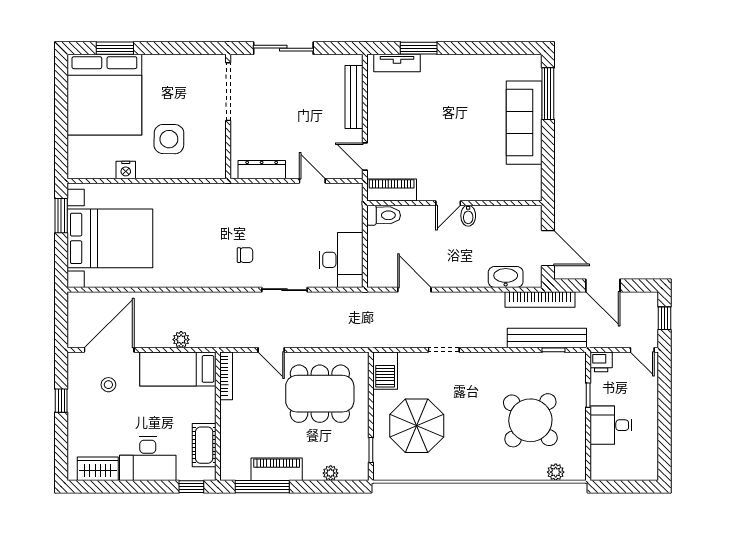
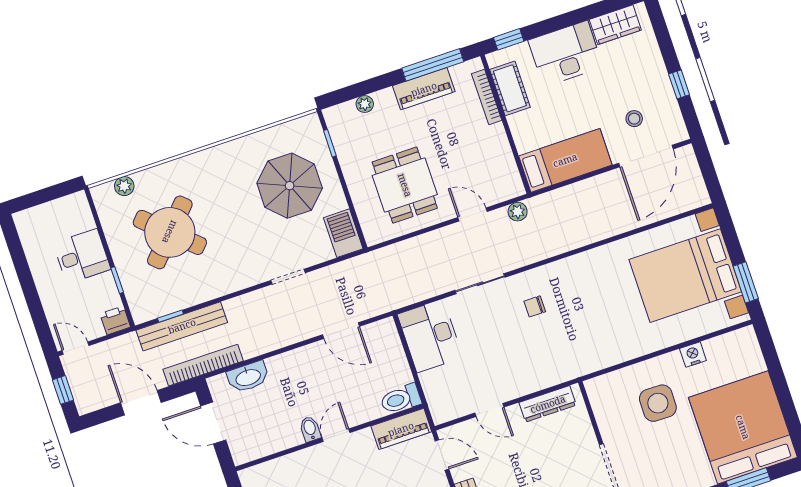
plant: (181, 340) -> (518, 212), moved
bookcase: (226, 376) -> (487, 97), moved
dining table: (320, 394) -> (405, 185), width x0.73

